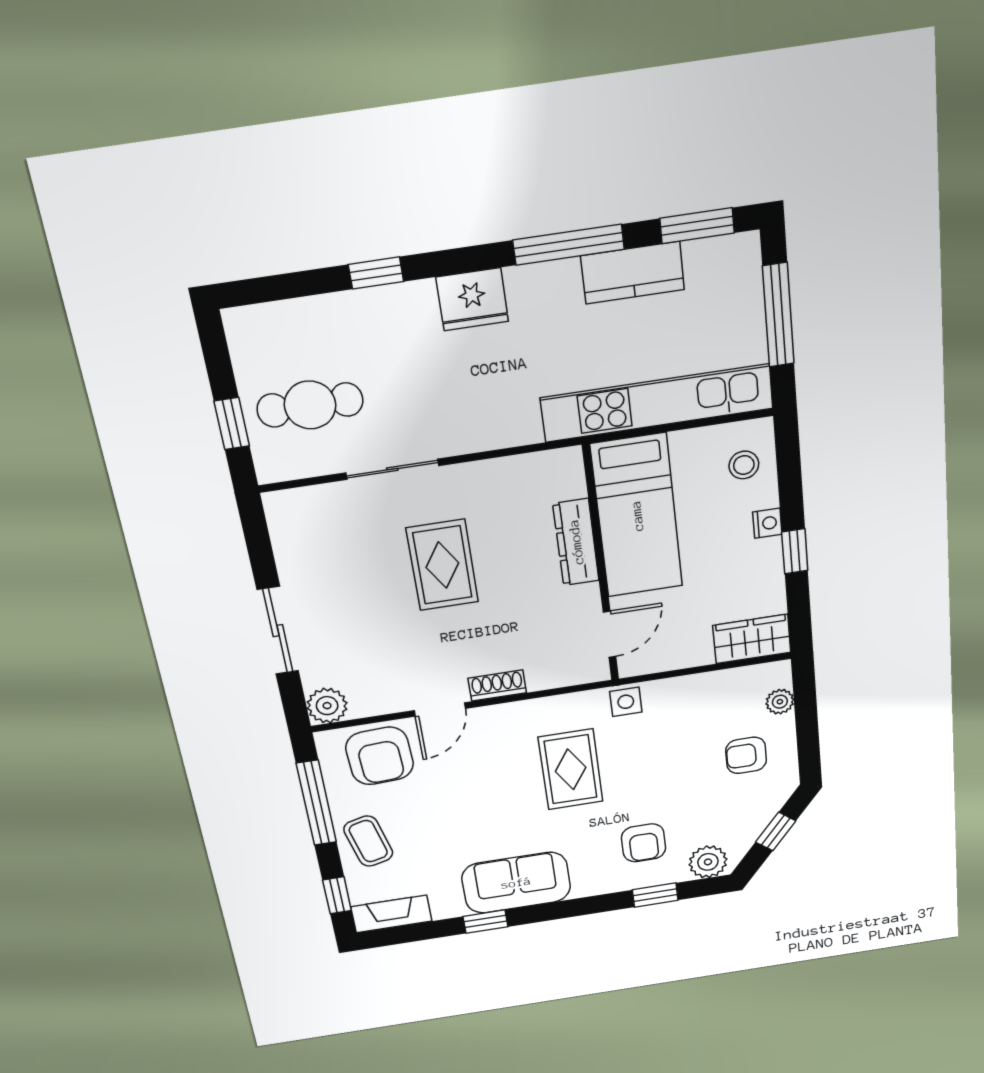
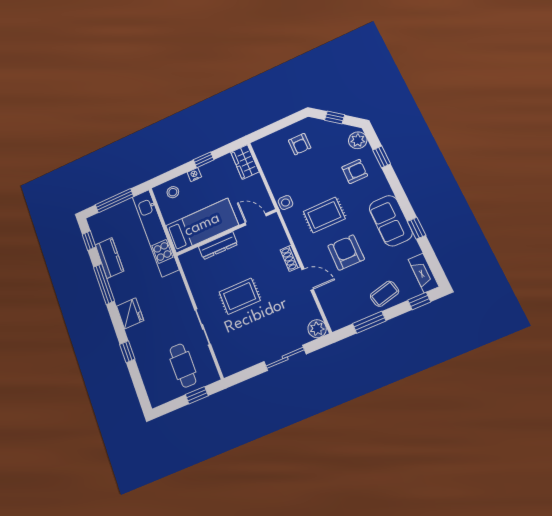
window: (697, 226) -> (89, 241), width x0.67
plant: (780, 702) -> (271, 140), removed
armchair: (380, 756) -> (346, 252), moved, turned -87
window: (316, 803) -> (369, 322), width x0.69

